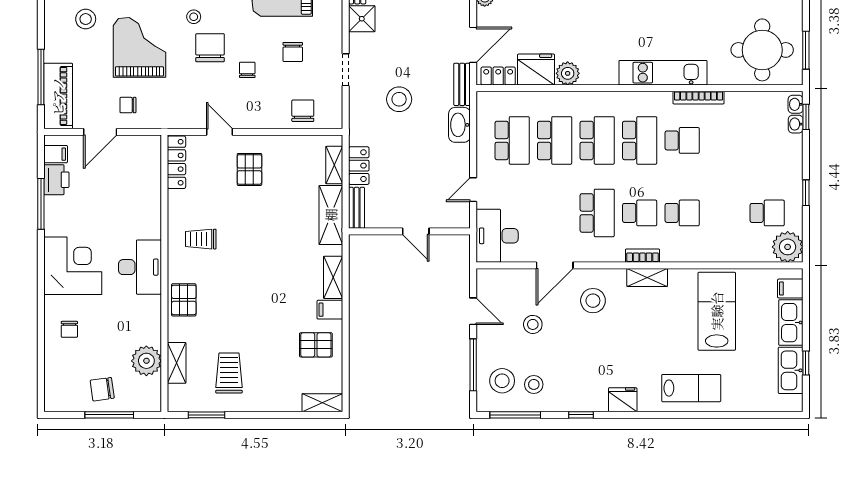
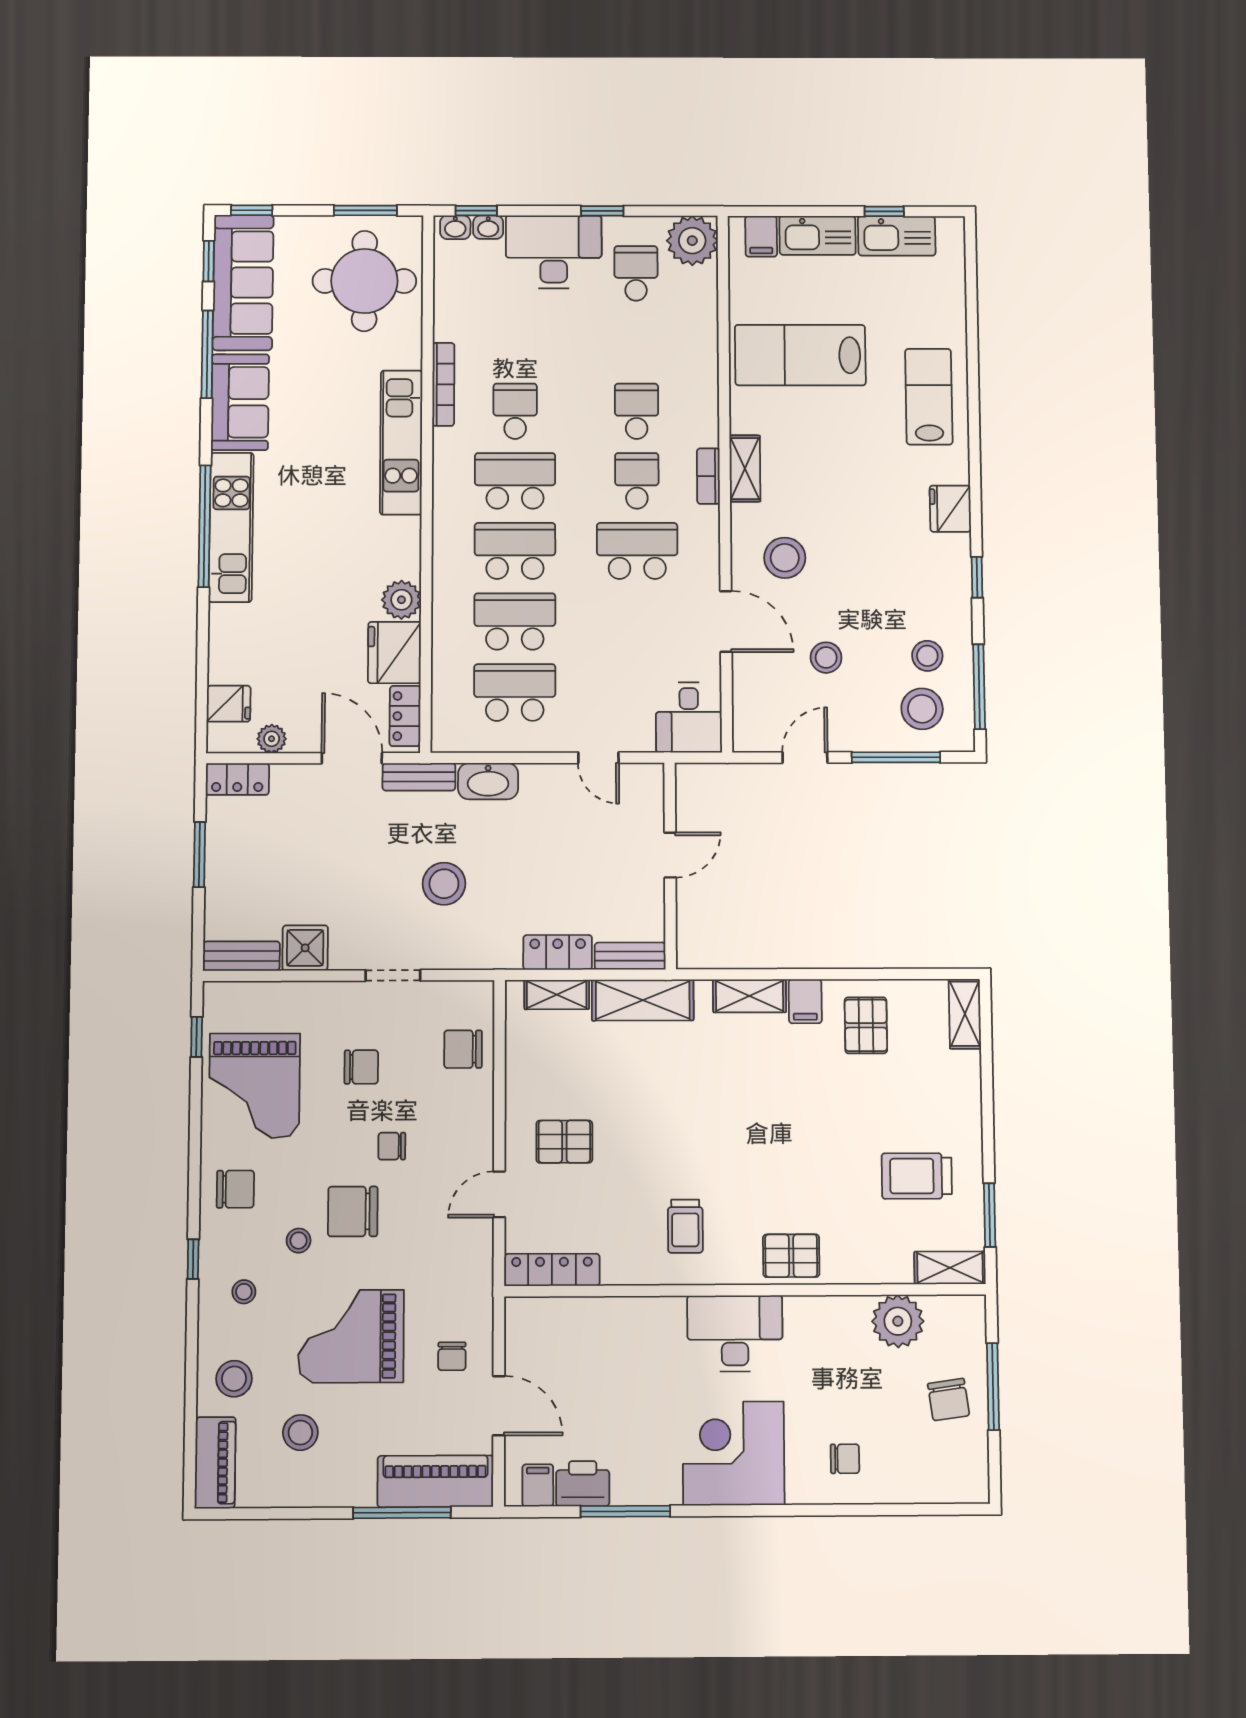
desk: (780, 163) -> (554, 252), added
desk: (497, 236) -> (689, 717), width x0.73
shelving: (177, 363) -> (950, 1268), moved

